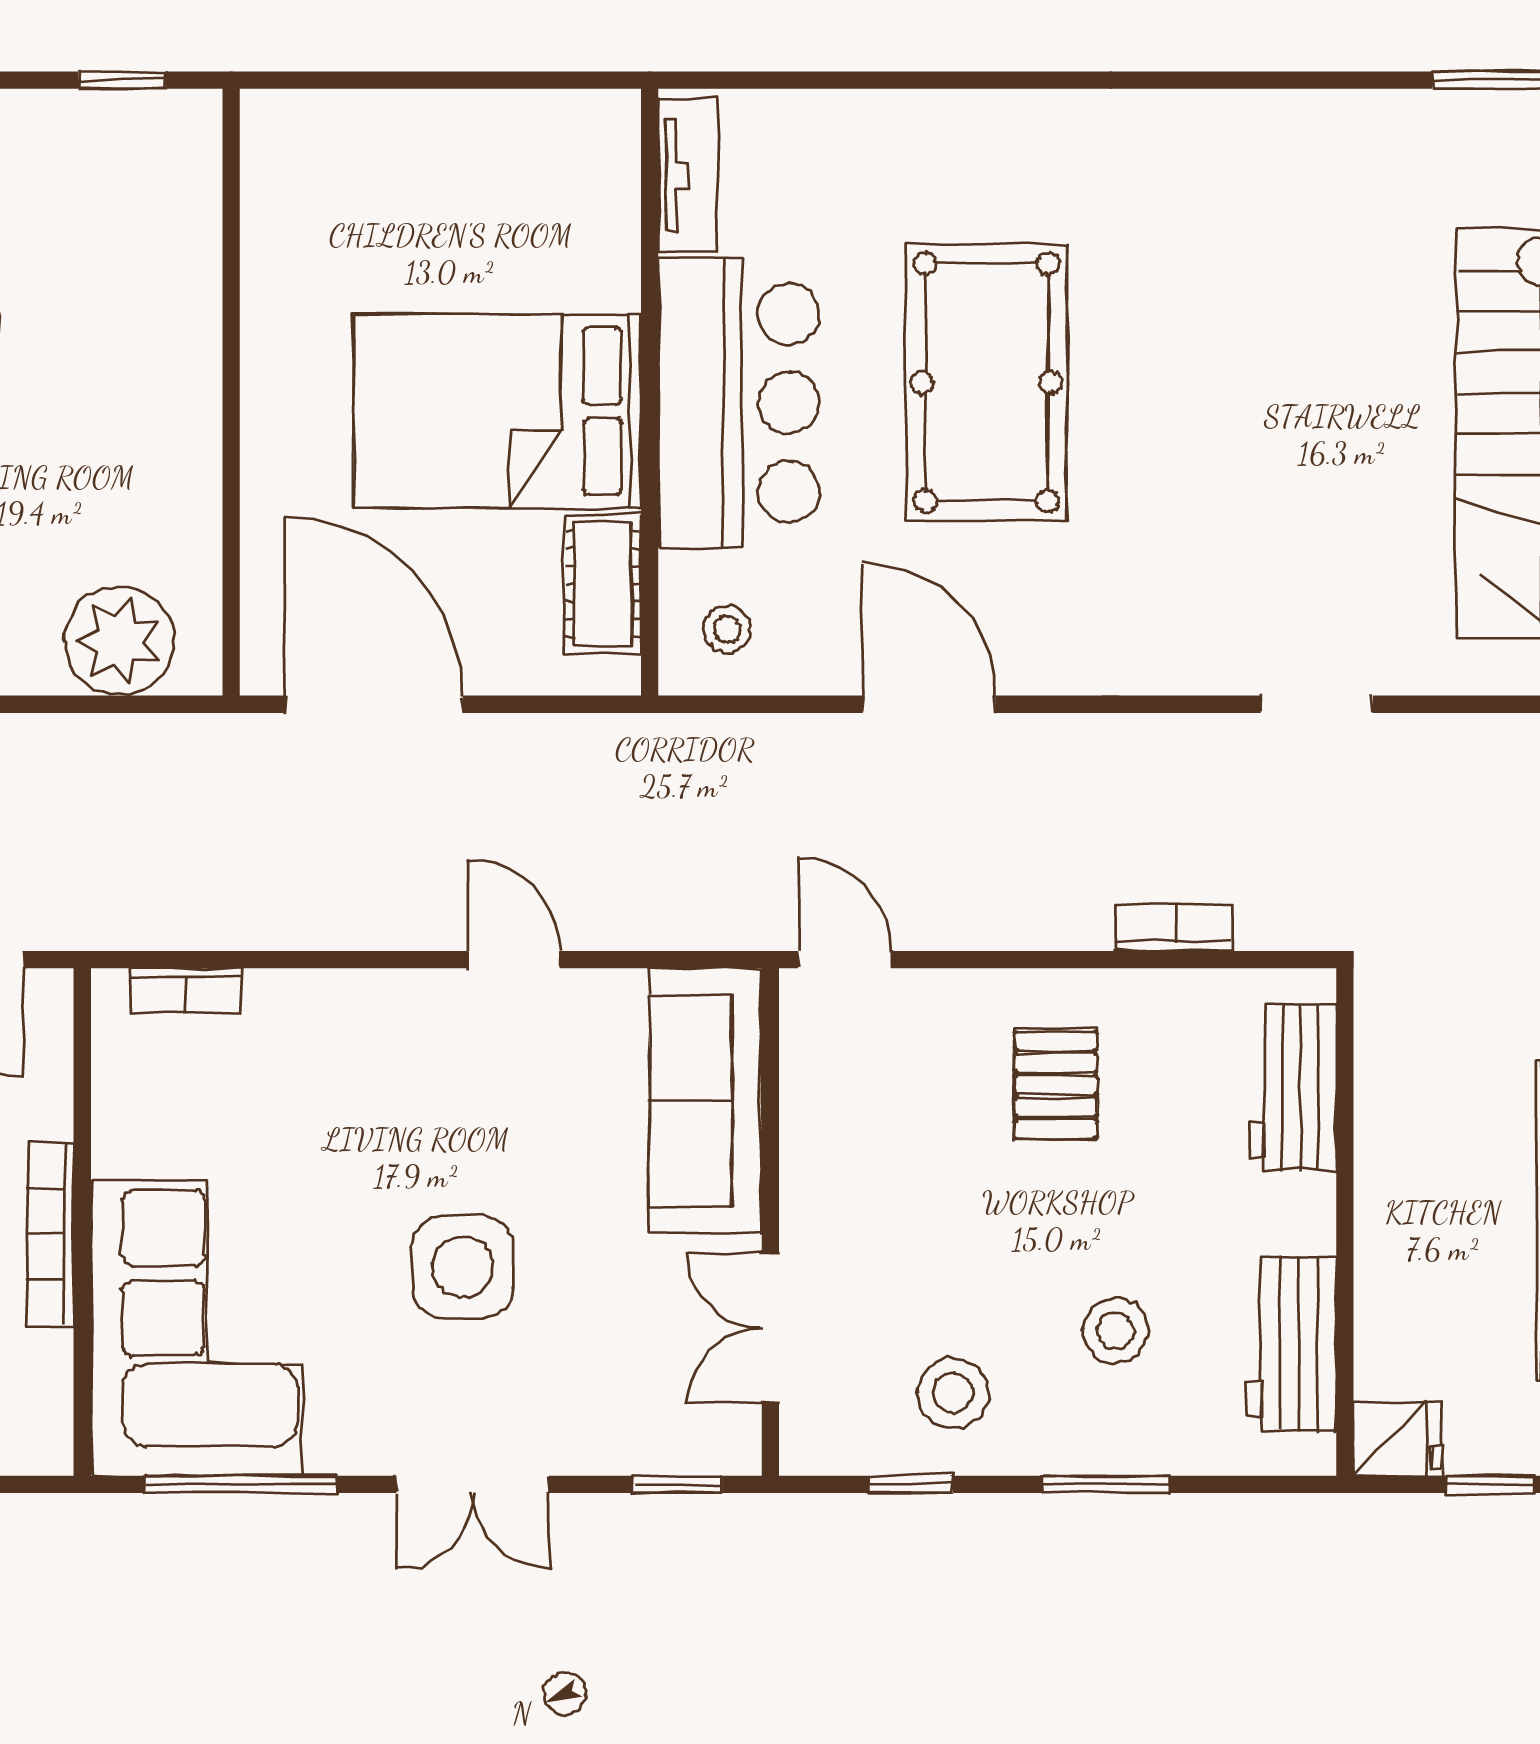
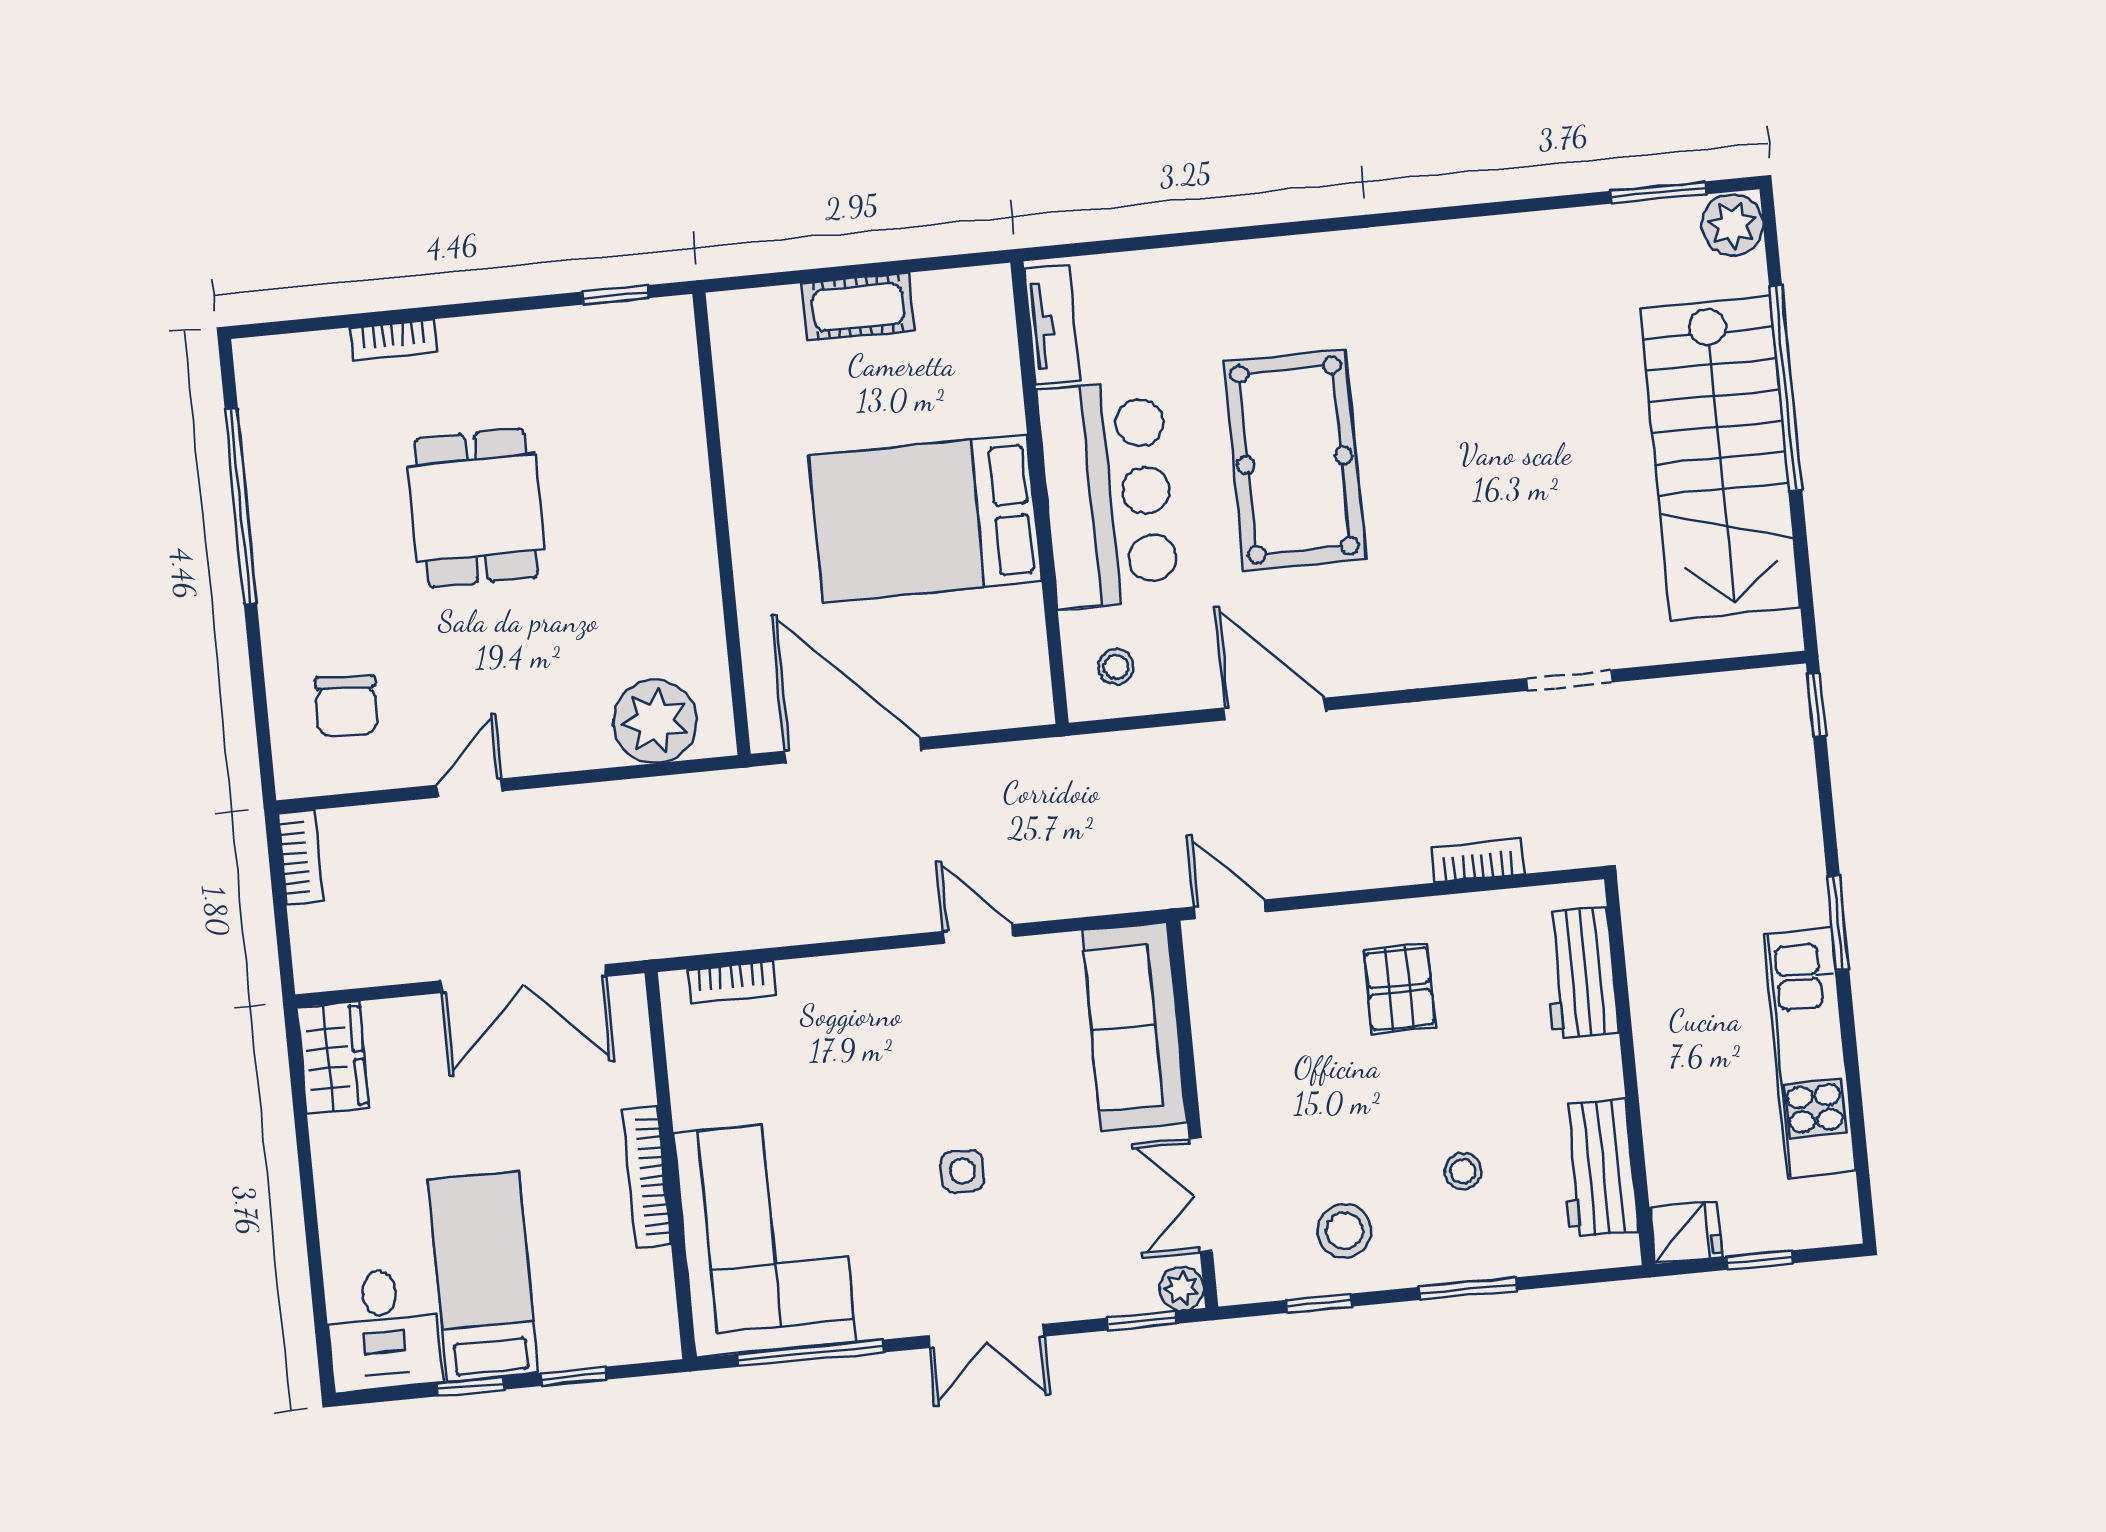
cot: (603, 584) -> (858, 307), moved, turned 90
side table: (463, 1267) -> (963, 1171), width x0.54, depth x0.54
stool: (1115, 1331) -> (1463, 1171), width x0.73, depth x0.73
plant: (733, 1447) -> (1181, 1288), added

